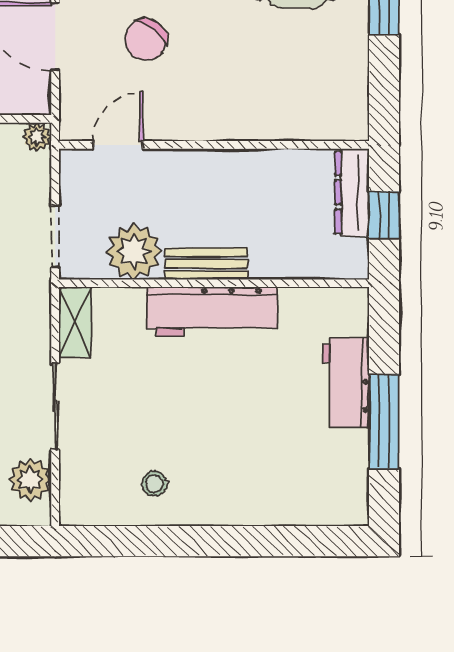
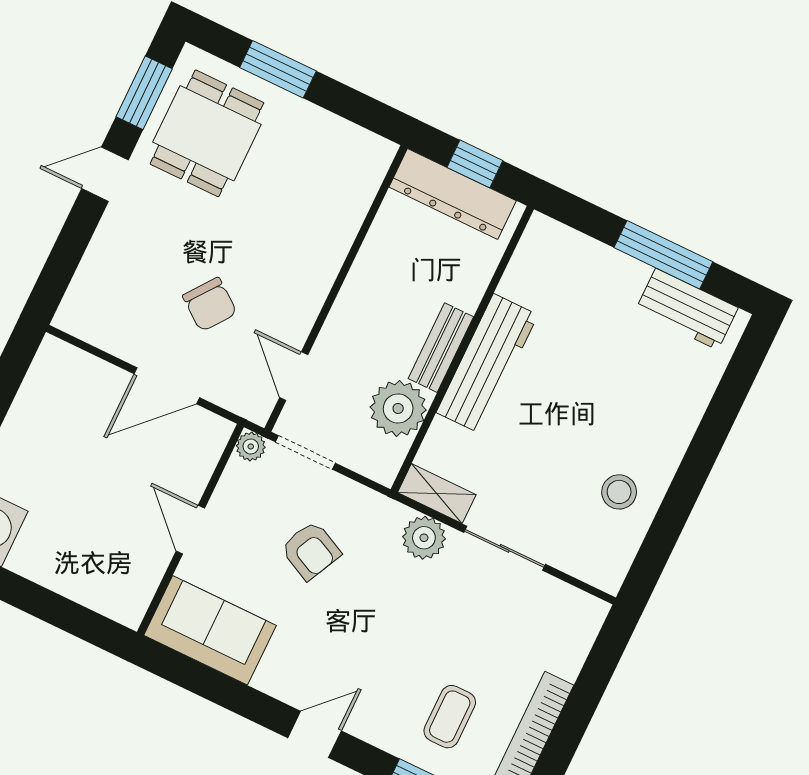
dresser: (352, 192) -> (453, 194), width x1.37, depth x1.24
doorway: (55, 236) -> (305, 452), moved
workbench: (346, 382) -> (687, 309), moved
plant: (30, 480) -> (424, 538), moved
stool: (154, 484) -> (619, 492), width x1.37, depth x1.37

